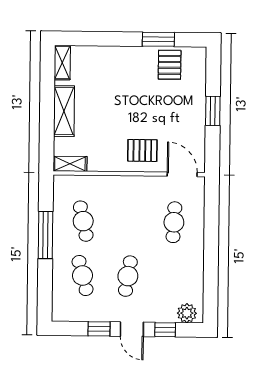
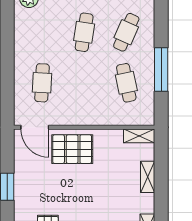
shelving: (64, 111) -> (148, 177), width x0.67, depth x0.75
pallet: (142, 150) -> (72, 149), width x1.50, depth x1.42
cafe table: (83, 276) -> (126, 32), turned 39

